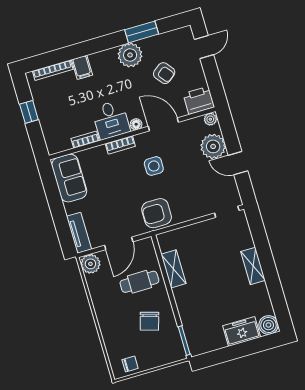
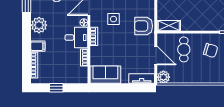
plant: (130, 55) -> (39, 25), moved
armchair: (157, 213) -> (144, 26), turned 90
shelving: (174, 269) -> (169, 26), moved

